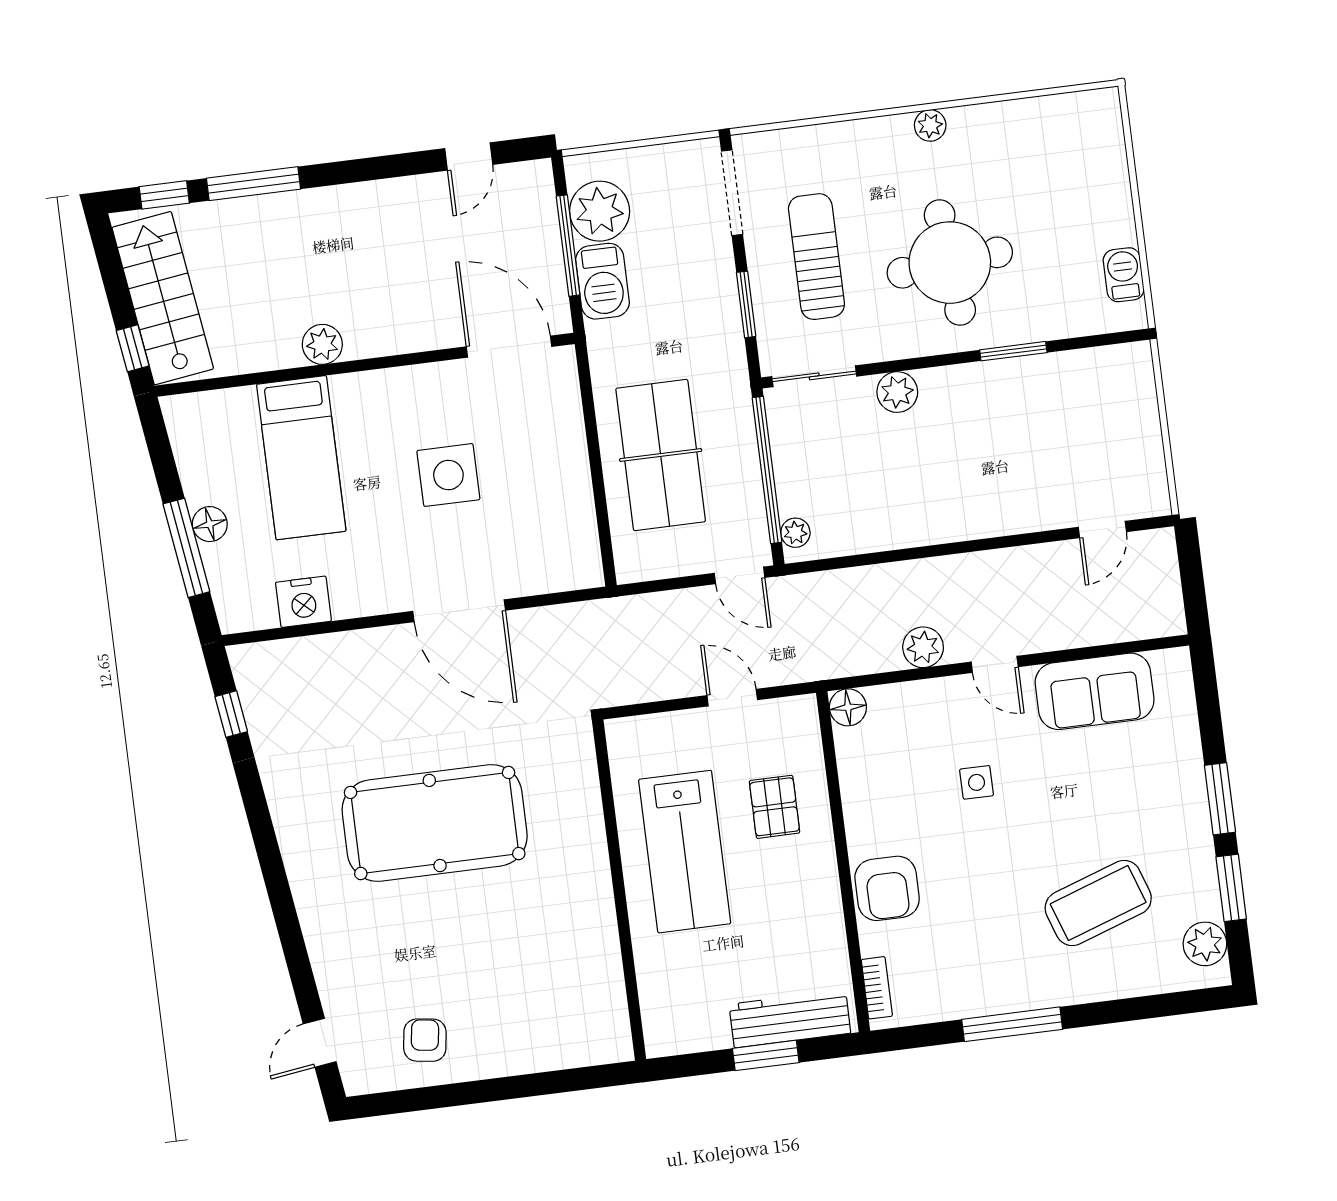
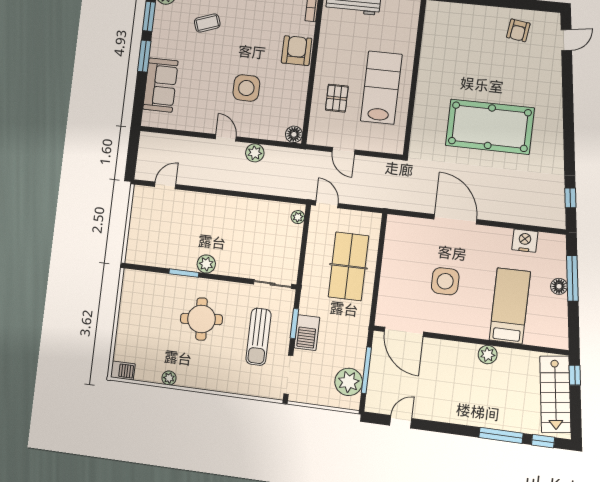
plant: (930, 125) -> (169, 378), moved
round table: (950, 263) -> (201, 319), width x0.73, depth x0.73
barbecue: (1124, 275) -> (123, 371), moved, turned -90
barbecue: (602, 281) -> (307, 333), moved, turned 180
plant: (897, 392) -> (206, 264), moved
window: (767, 470) -> (303, 248), removed
sofa: (1095, 691) -> (160, 85), moved, turned 90
side table: (977, 782) -> (246, 88), width x1.87, depth x1.87
coffee table: (1098, 903) -> (207, 23), width x0.54, depth x0.58

